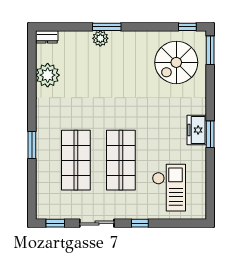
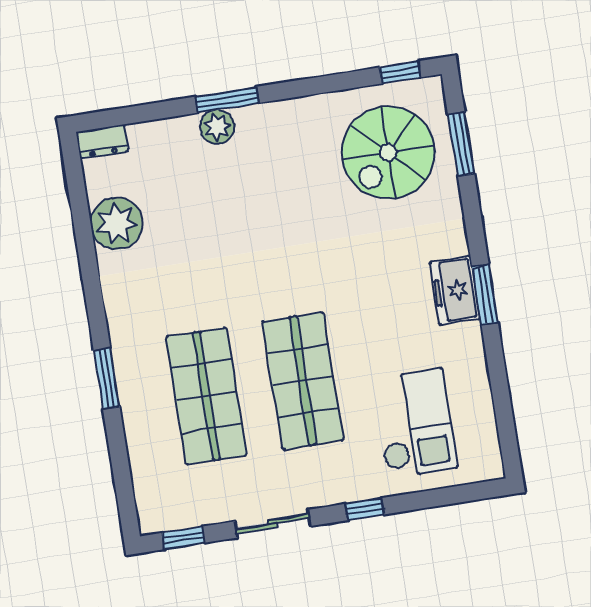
window: (210, 50) -> (461, 144), moved

